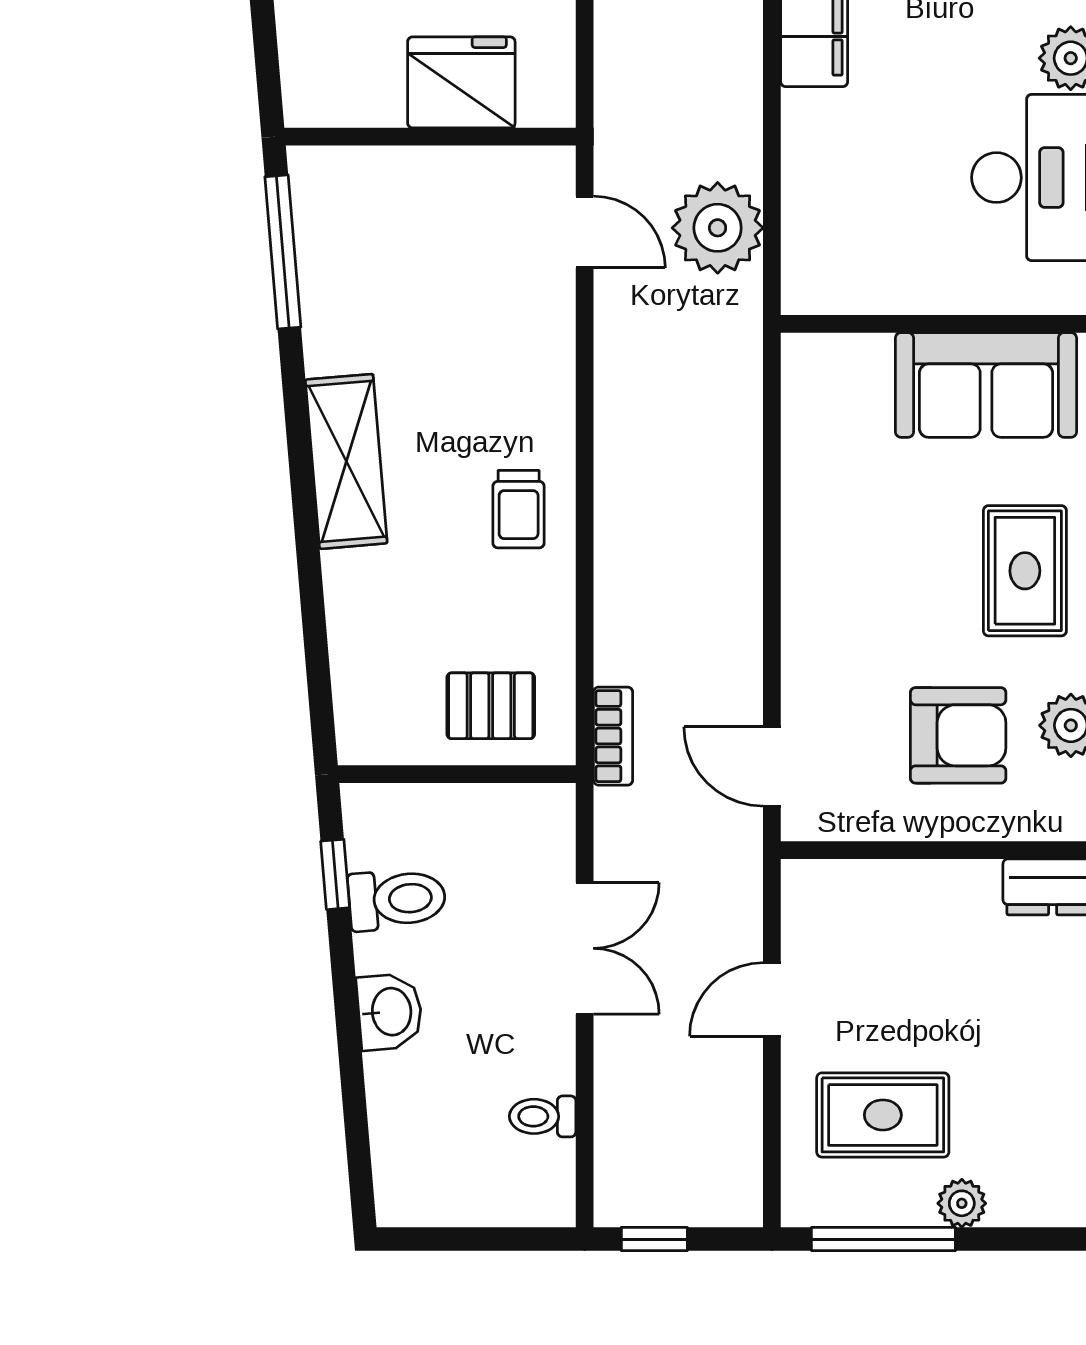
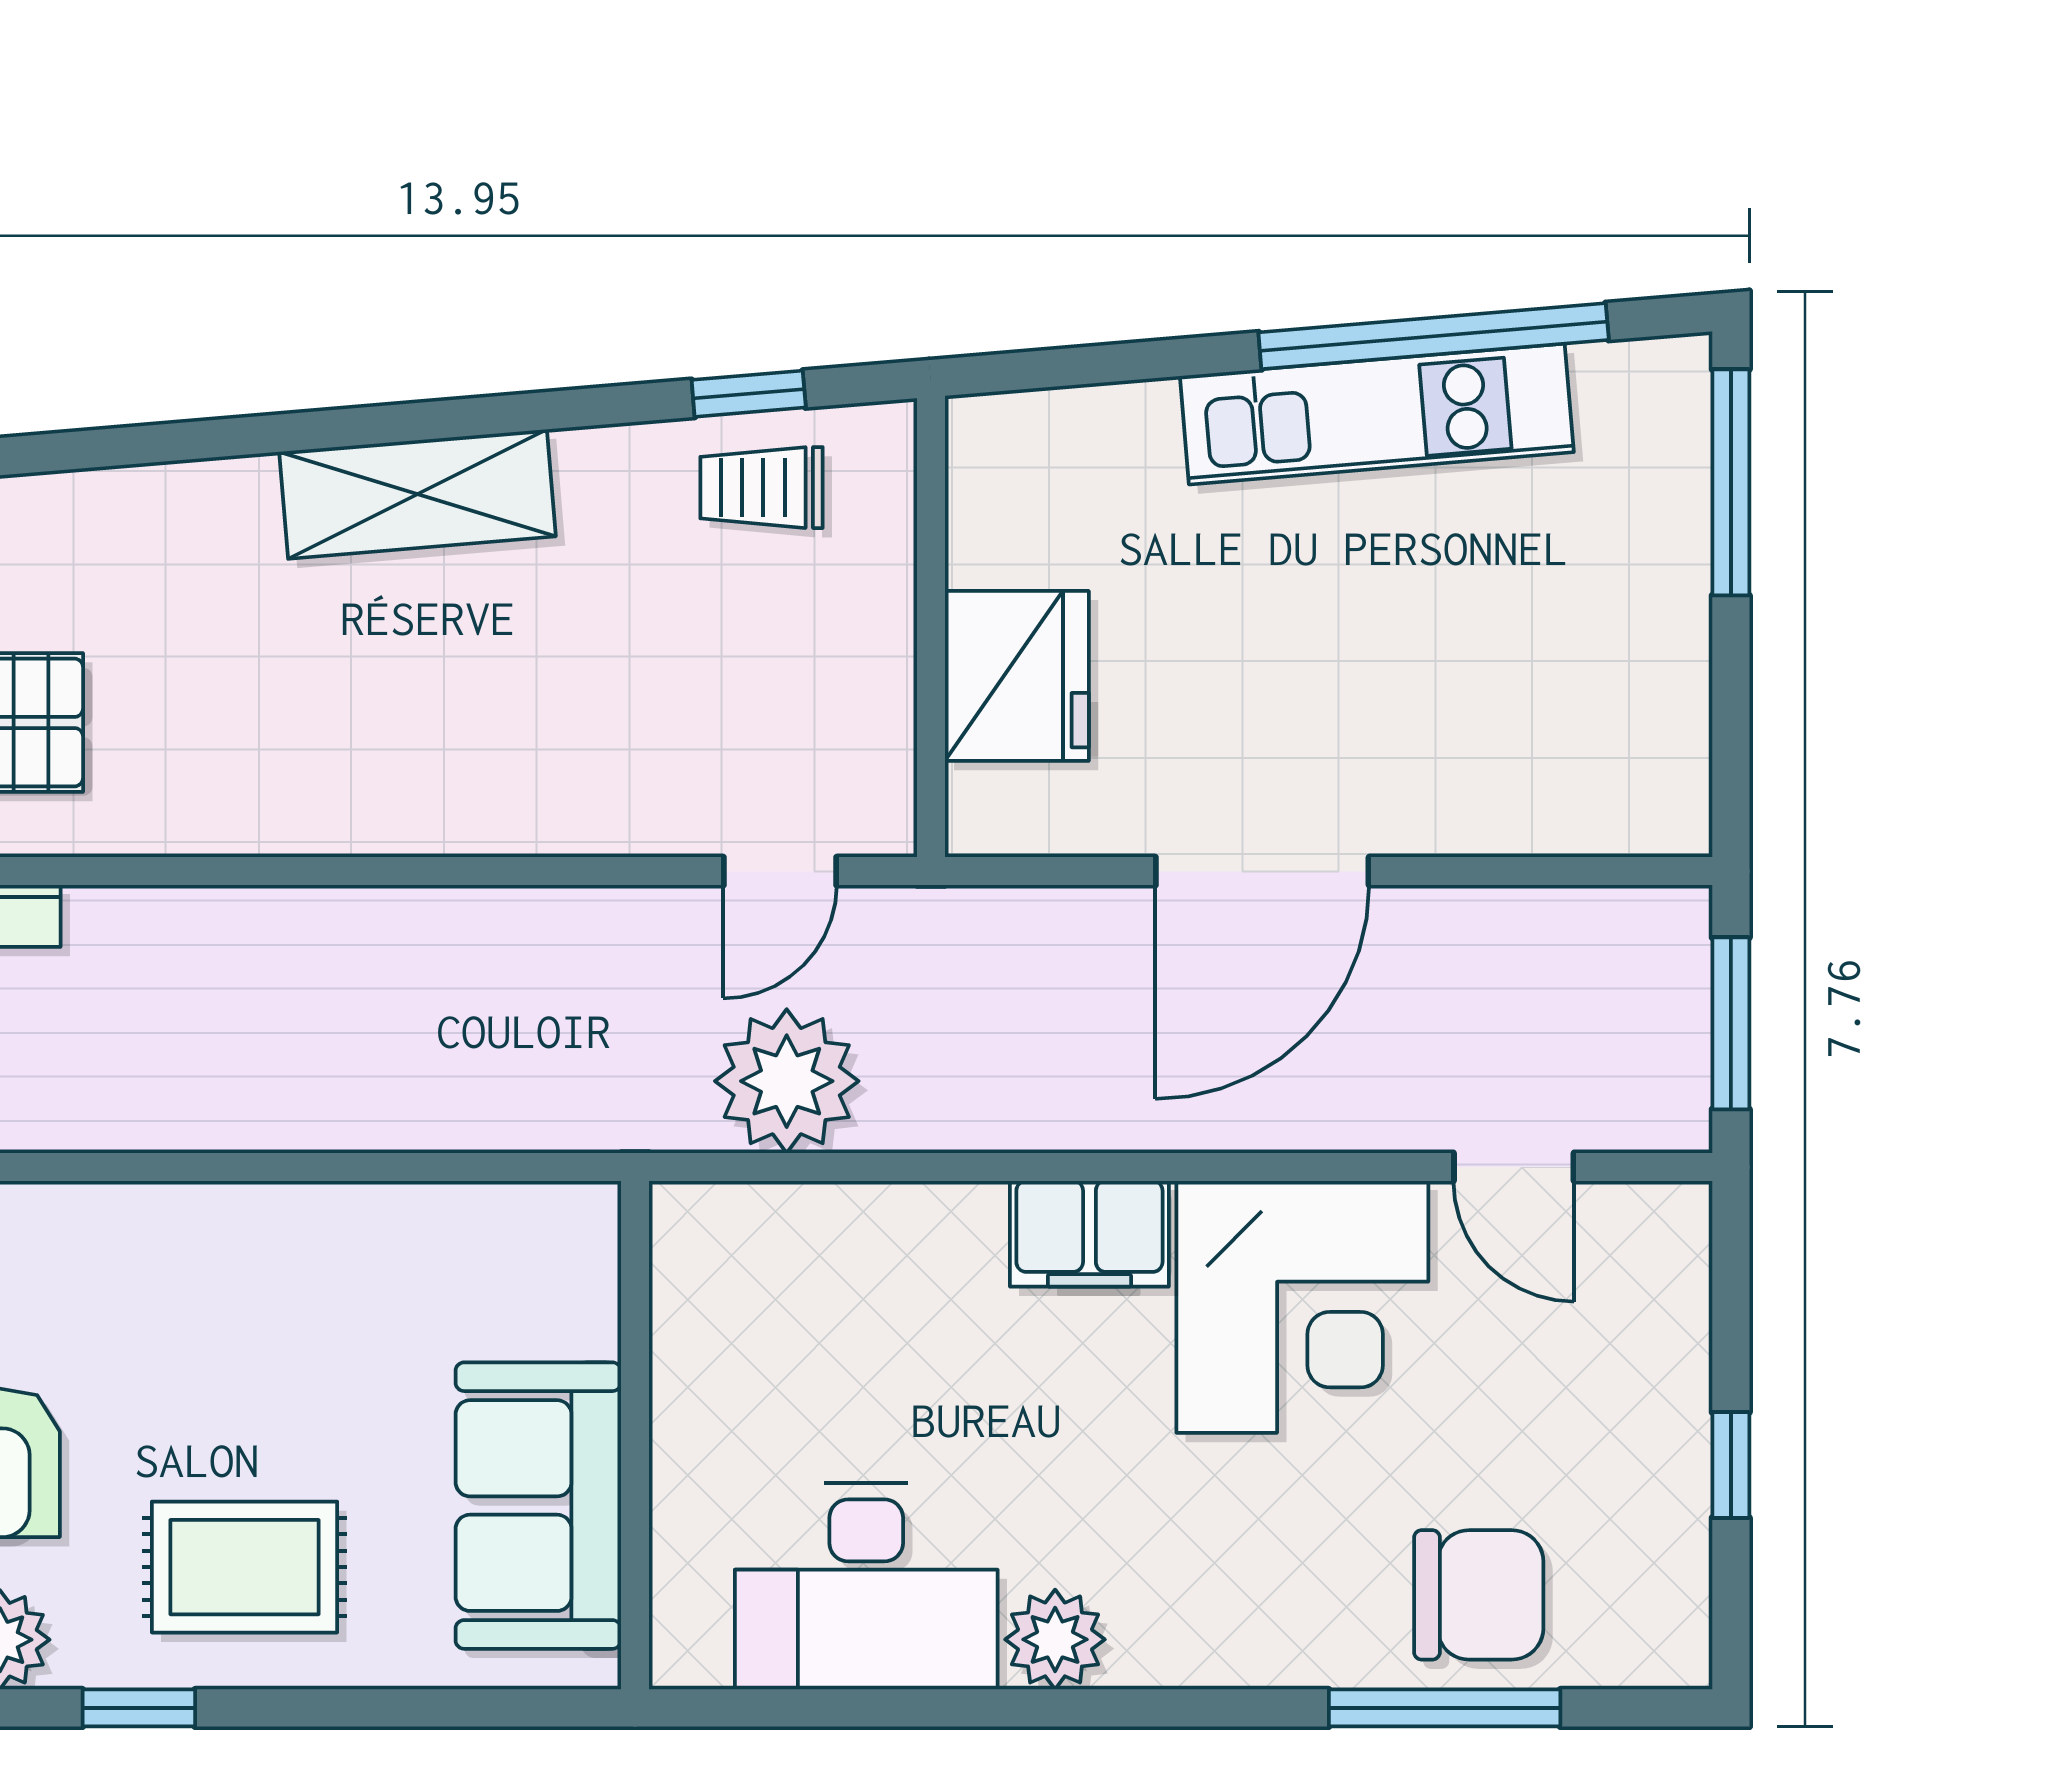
window: (283, 252) -> (749, 394), width x0.46
trolley: (519, 509) -> (762, 488), moved

